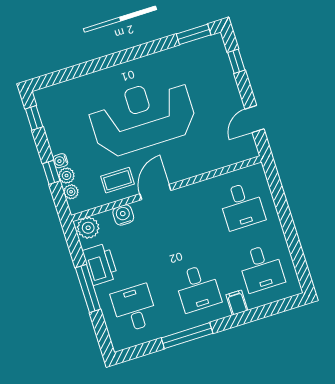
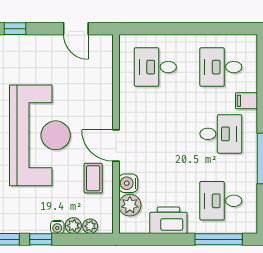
reception desk: (142, 117) -> (40, 135), turned 180
window: (51, 172) -> (41, 239), moved
desk: (242, 206) -> (155, 67), turned 180
plant: (88, 228) -> (130, 205), moved
desk: (261, 268) -> (221, 67), turned 180
window: (88, 288) -> (219, 239), moved

